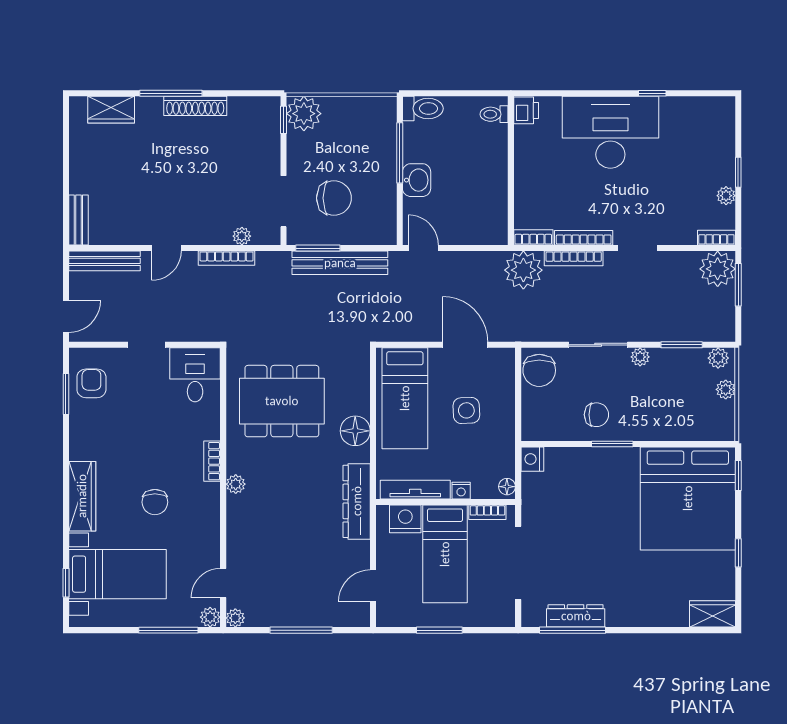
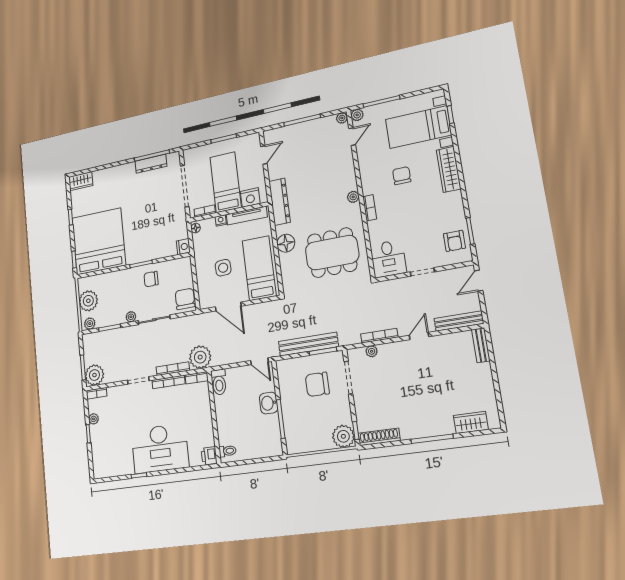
shoe rack: (195, 106) -> (379, 437), moved
toilet: (423, 108) -> (219, 382), moved, turned -90
plant: (726, 389) -> (88, 301), width x1.88, depth x1.88

